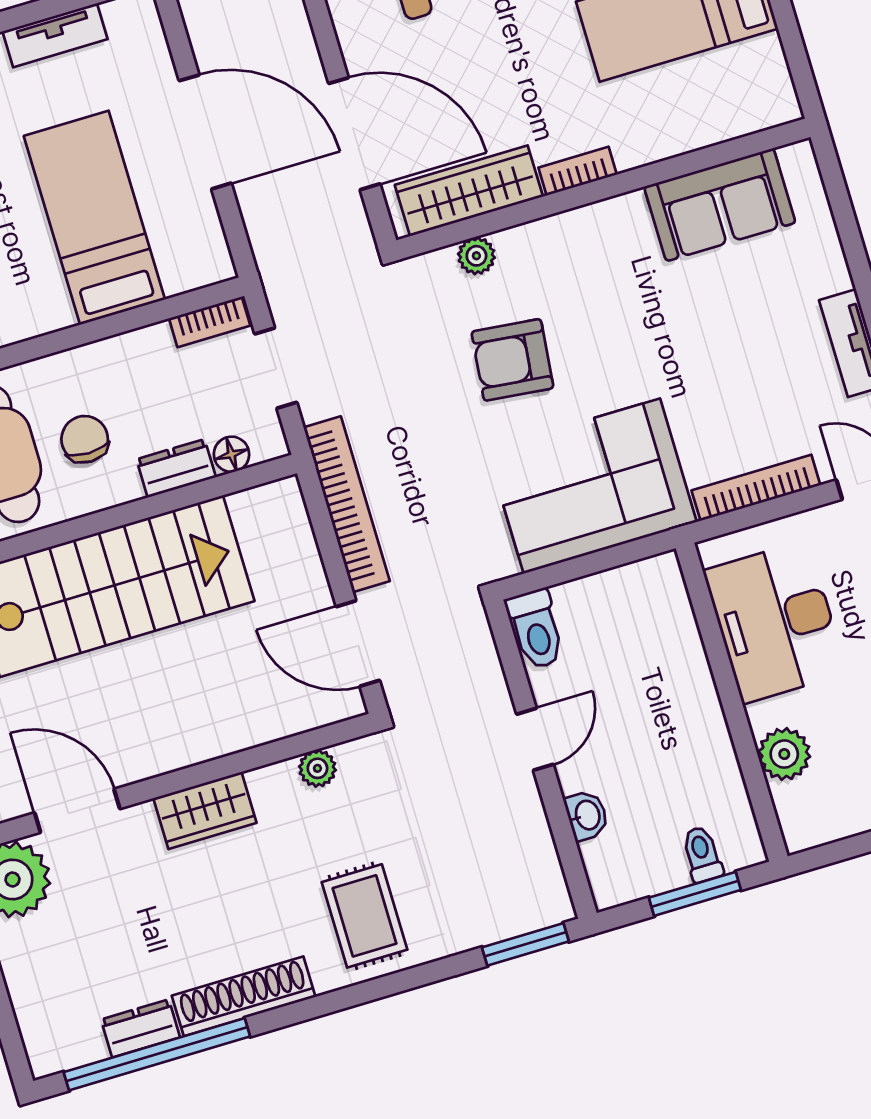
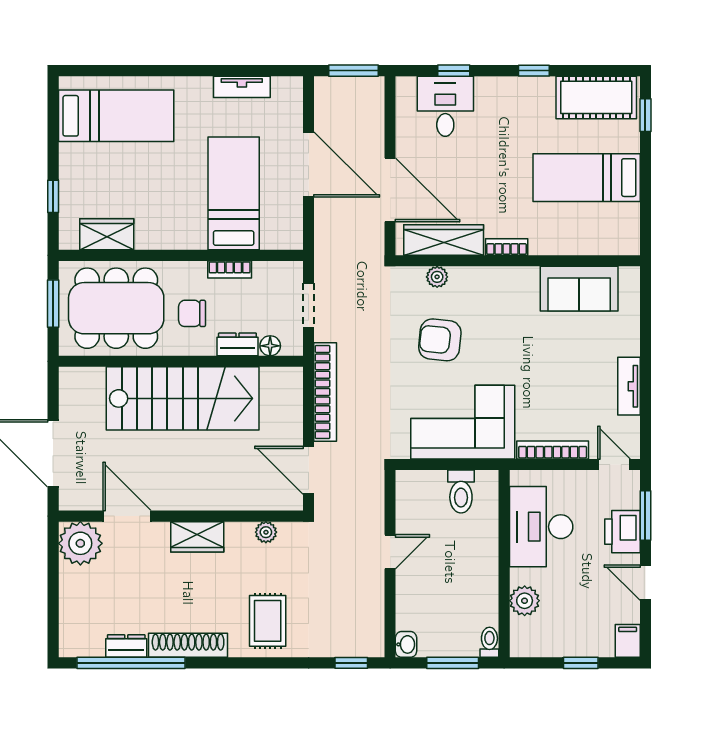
bookcase: (210, 322) -> (230, 269), moved
chair: (85, 439) -> (192, 313), turned -90
toilet: (536, 629) -> (461, 492), moved
washbasin: (587, 815) -> (406, 644), moved
toilet: (702, 854) -> (489, 642), moved
window: (525, 944) -> (351, 663), width x0.67

